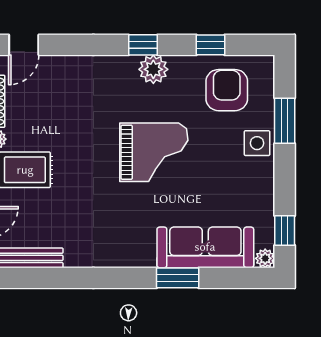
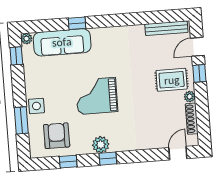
armchair: (227, 90) -> (57, 136), turned 180
window: (178, 278) -> (77, 23), width x0.67

